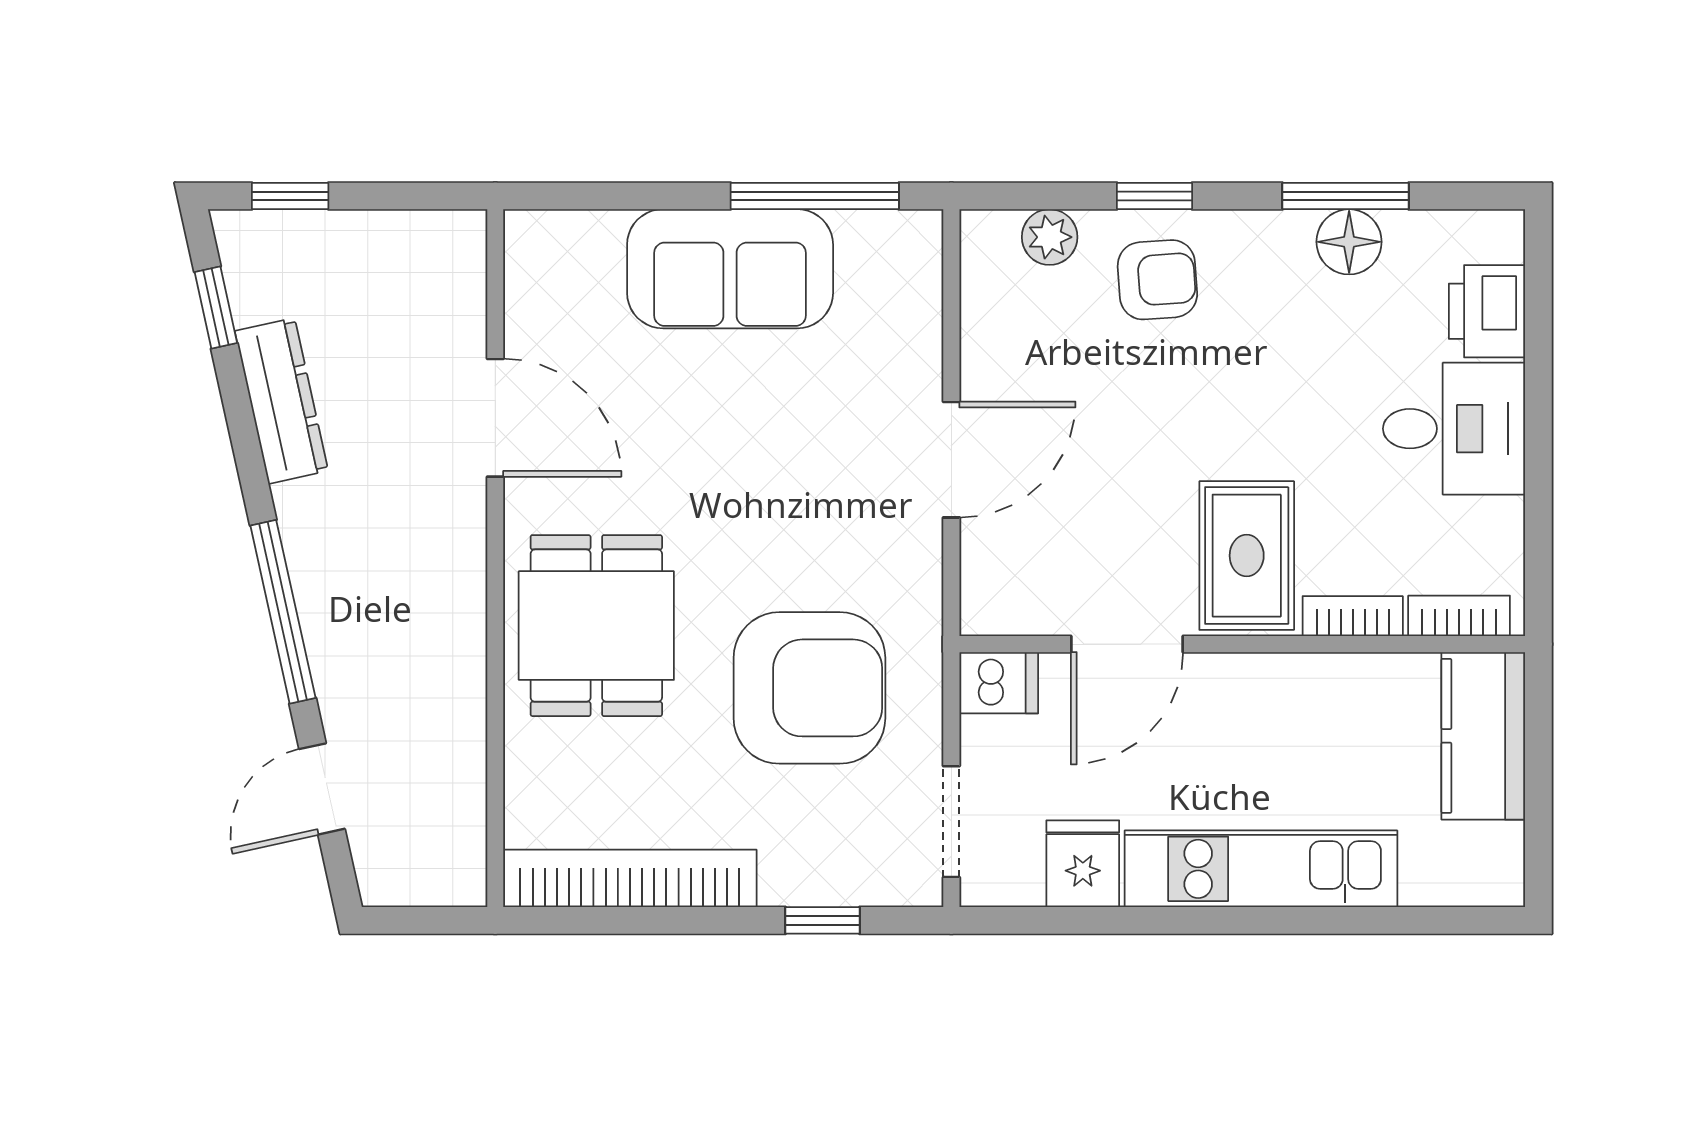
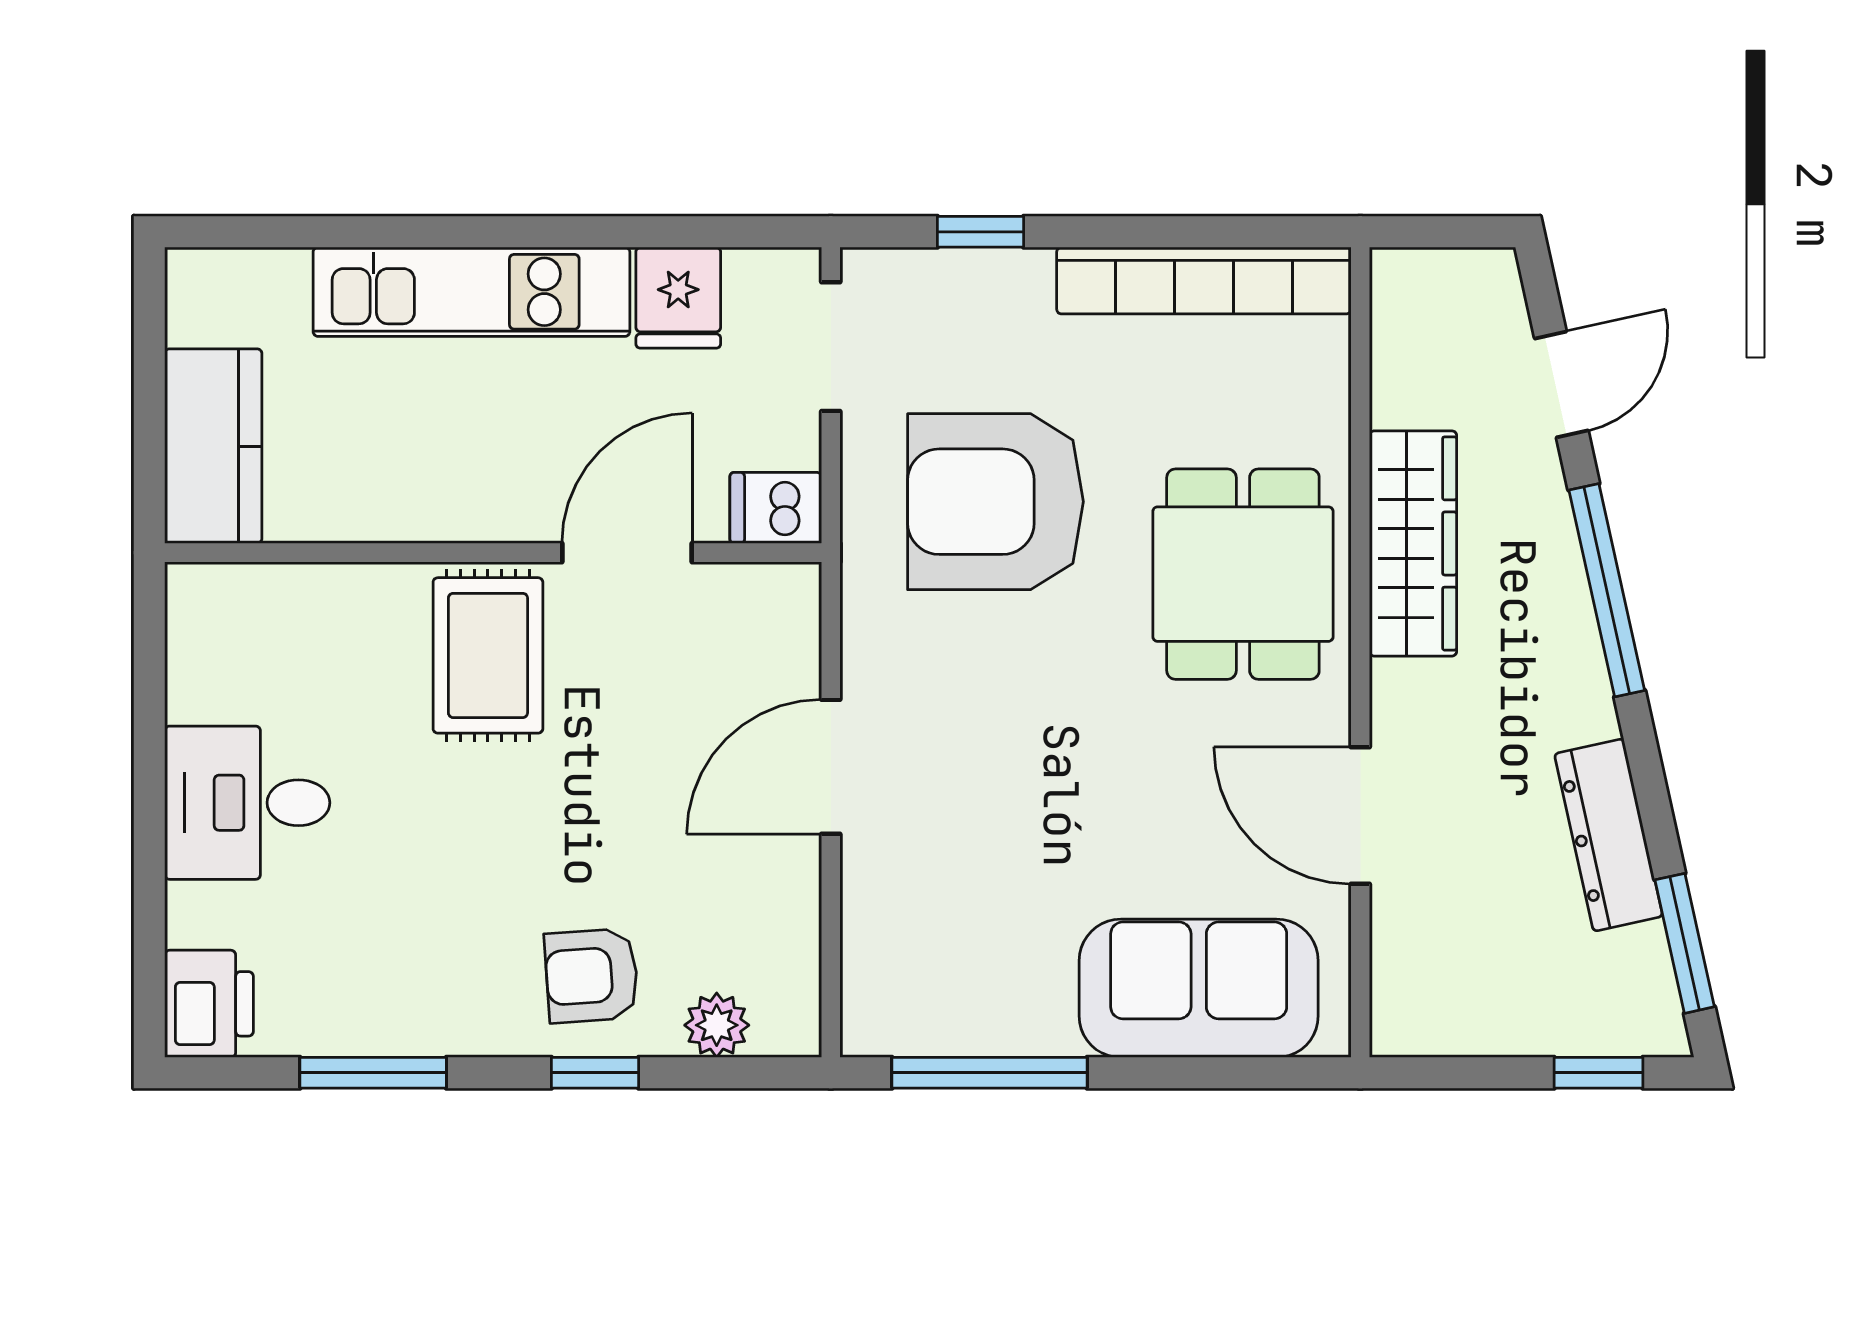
floor lamp: (1349, 242) -> (369, 1020), removed
sofa: (730, 269) -> (1199, 988), moved
window: (216, 308) -> (1685, 943), width x1.50
printer: (1487, 311) -> (209, 1004), moved
bookcase: (1353, 616) -> (365, 585), removed
bookcase: (1459, 616) -> (241, 585), removed
wardrobe: (450, 652) -> (1413, 543), added

